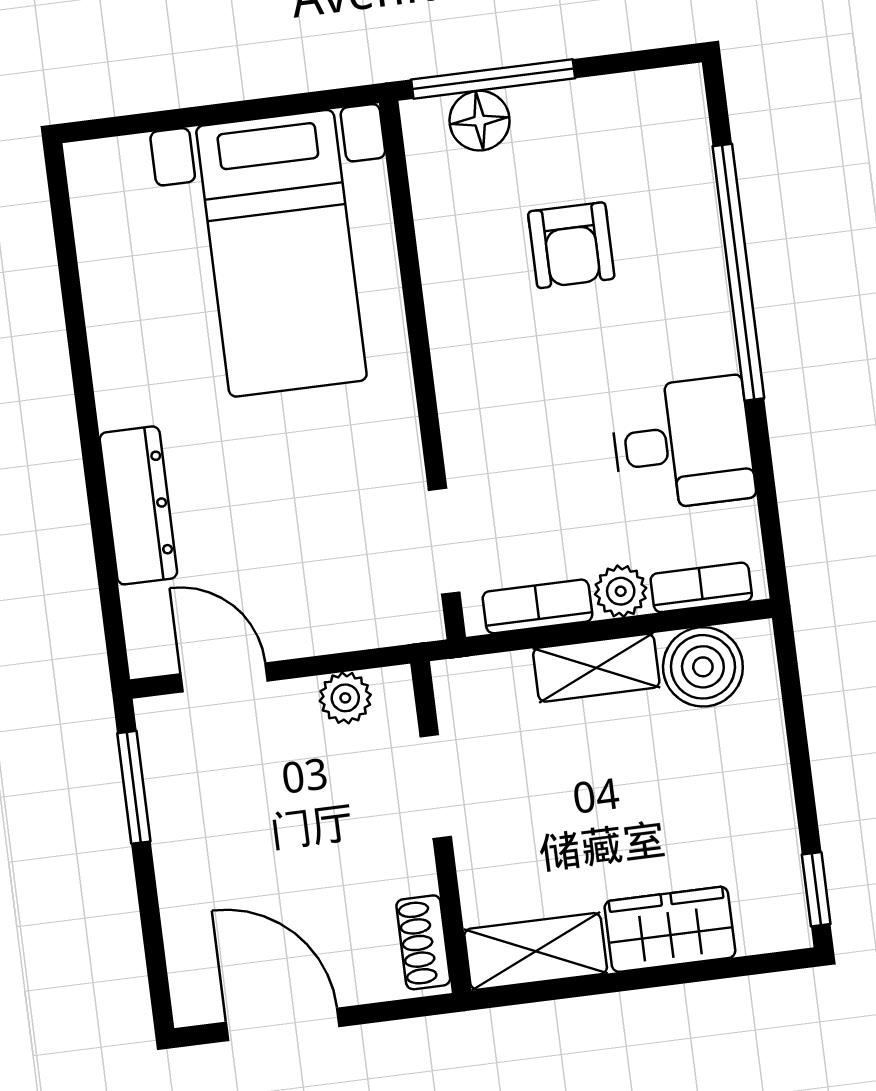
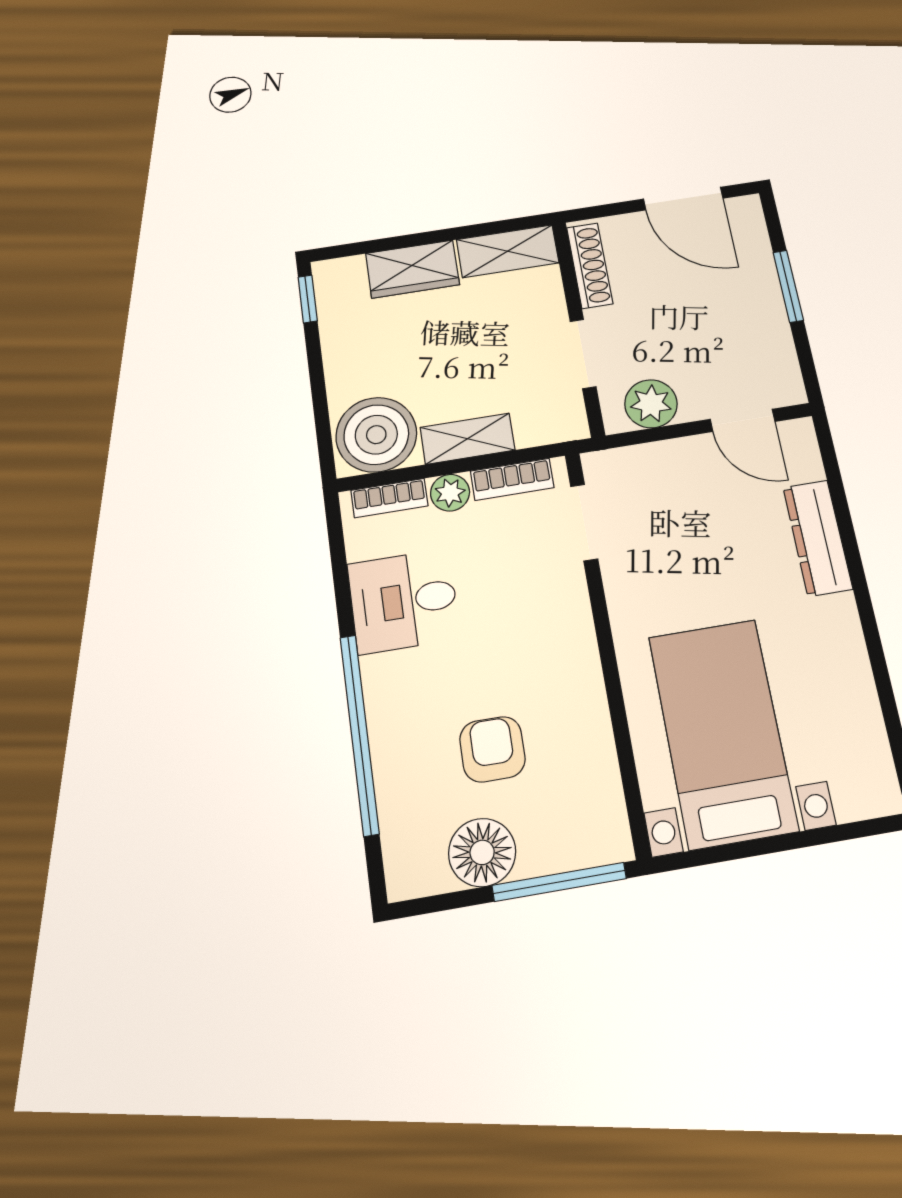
floor lamp: (480, 121) -> (482, 852), moved, width x1.38, depth x1.38
boiler: (703, 667) -> (376, 435), width x1.37, depth x1.37
plant: (345, 698) -> (651, 404), width x1.38, depth x1.38
window: (134, 787) -> (788, 286), moved
shoe rack: (423, 942) -> (590, 266), width x1.43

